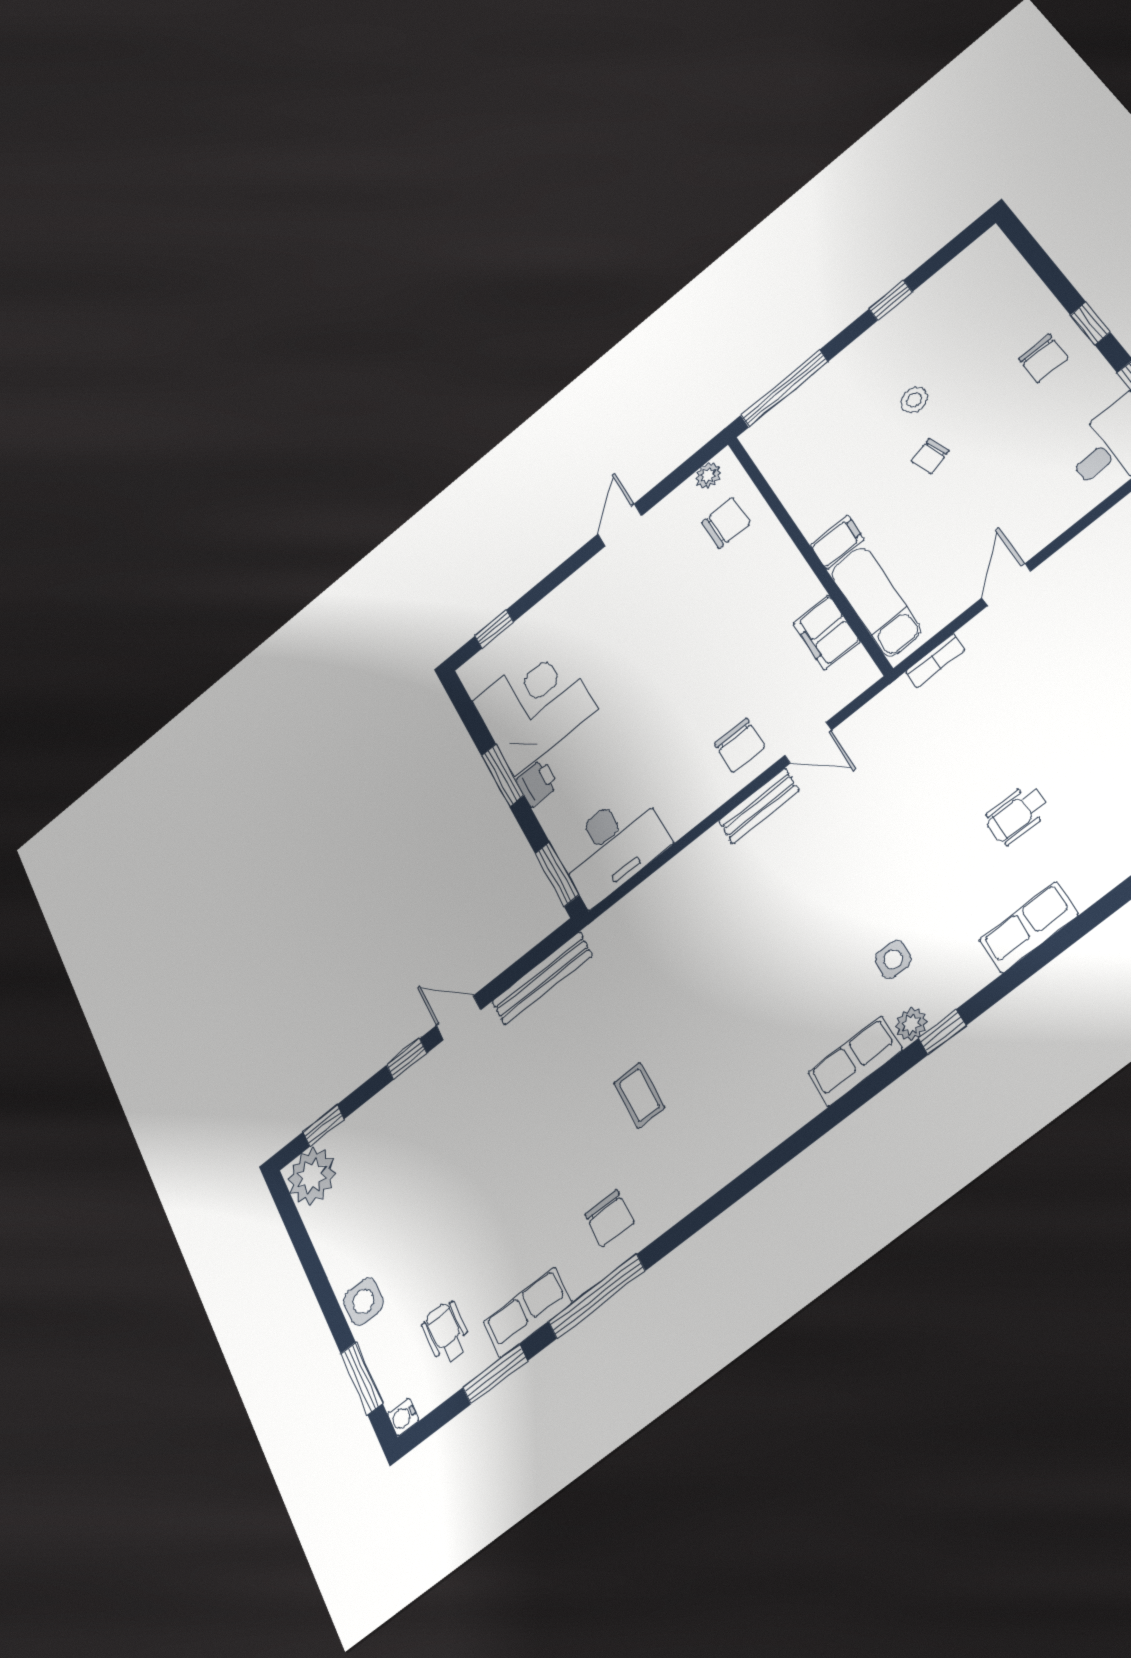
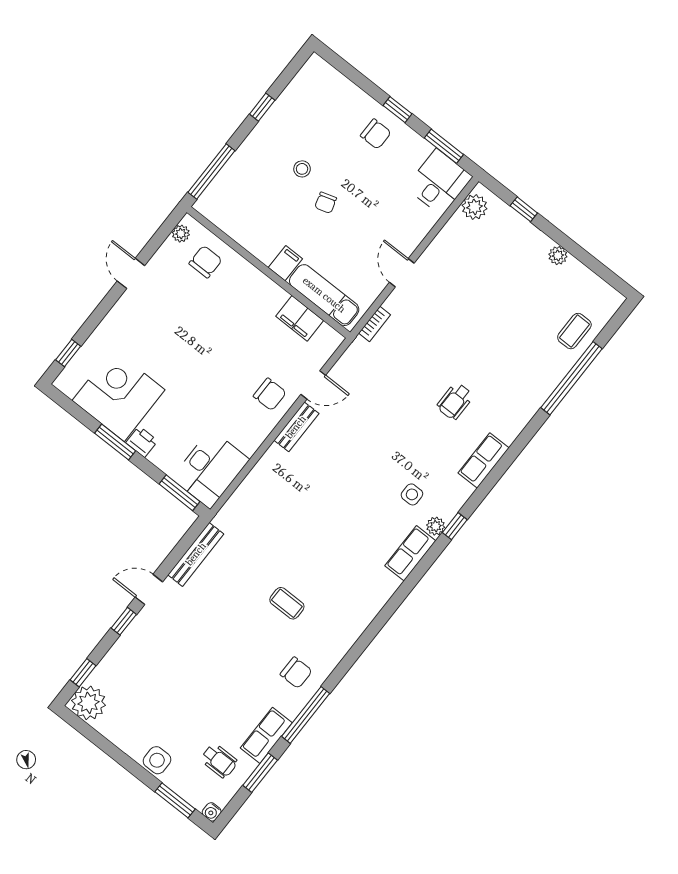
wheelchair: (446, 1333) -> (219, 761), turned 180

